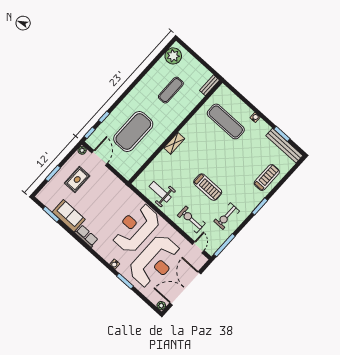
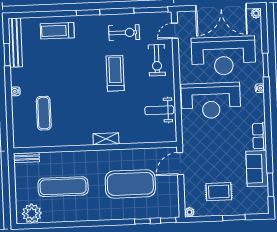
exercise mat: (171, 90) -> (63, 187), width x1.36, depth x1.45
exercise mat: (226, 121) -> (44, 113), width x0.73, depth x0.69
door: (100, 158) -> (180, 164), moved
weight bench: (160, 192) -> (159, 110), turned 90
reception desk: (155, 261) -> (223, 56), turned 180

